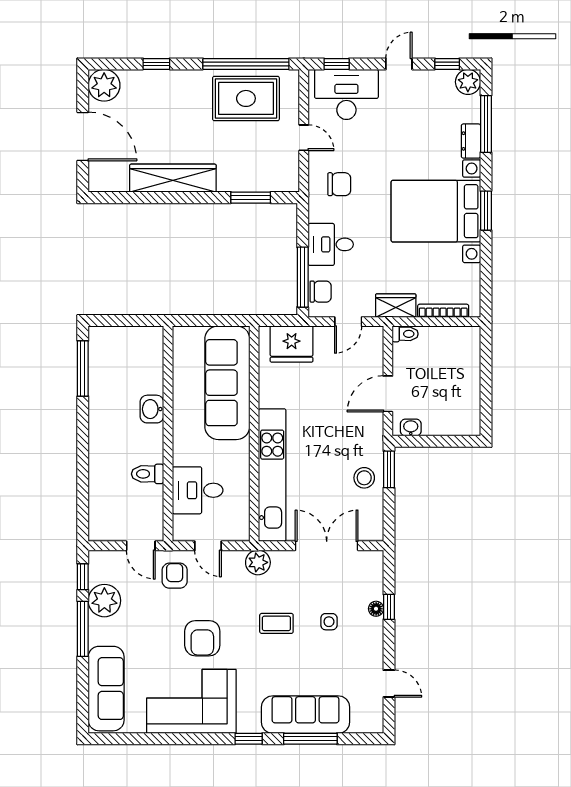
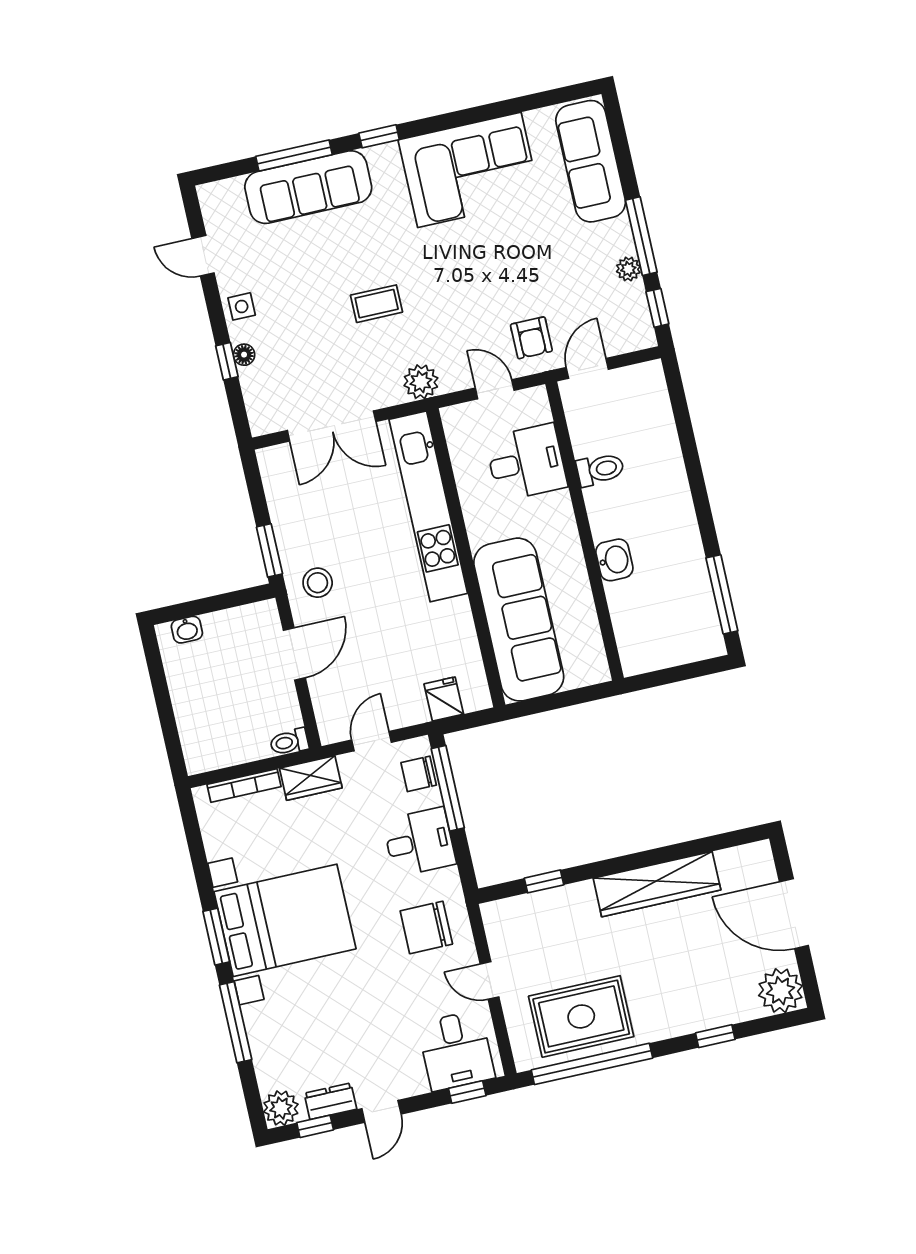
desk: (346, 94) -> (456, 1050), width x0.73
window: (486, 124) -> (236, 1022), moved
dresser: (471, 141) -> (330, 1101), moved, turned -90
chair: (339, 184) -> (426, 927), width x1.37, depth x1.37
window: (251, 198) -> (544, 881), width x0.67
fridge: (292, 344) -> (444, 699), width x0.53, depth x0.75
washbasin: (411, 427) -> (187, 630), moved
stool: (364, 478) -> (318, 583), moved
door: (141, 546) -> (587, 368), hinge flipped
plant: (104, 601) -> (628, 269), width x0.53, depth x0.53
side table: (329, 622) -> (242, 306), moved
armchair: (202, 638) -> (474, 260), removed

